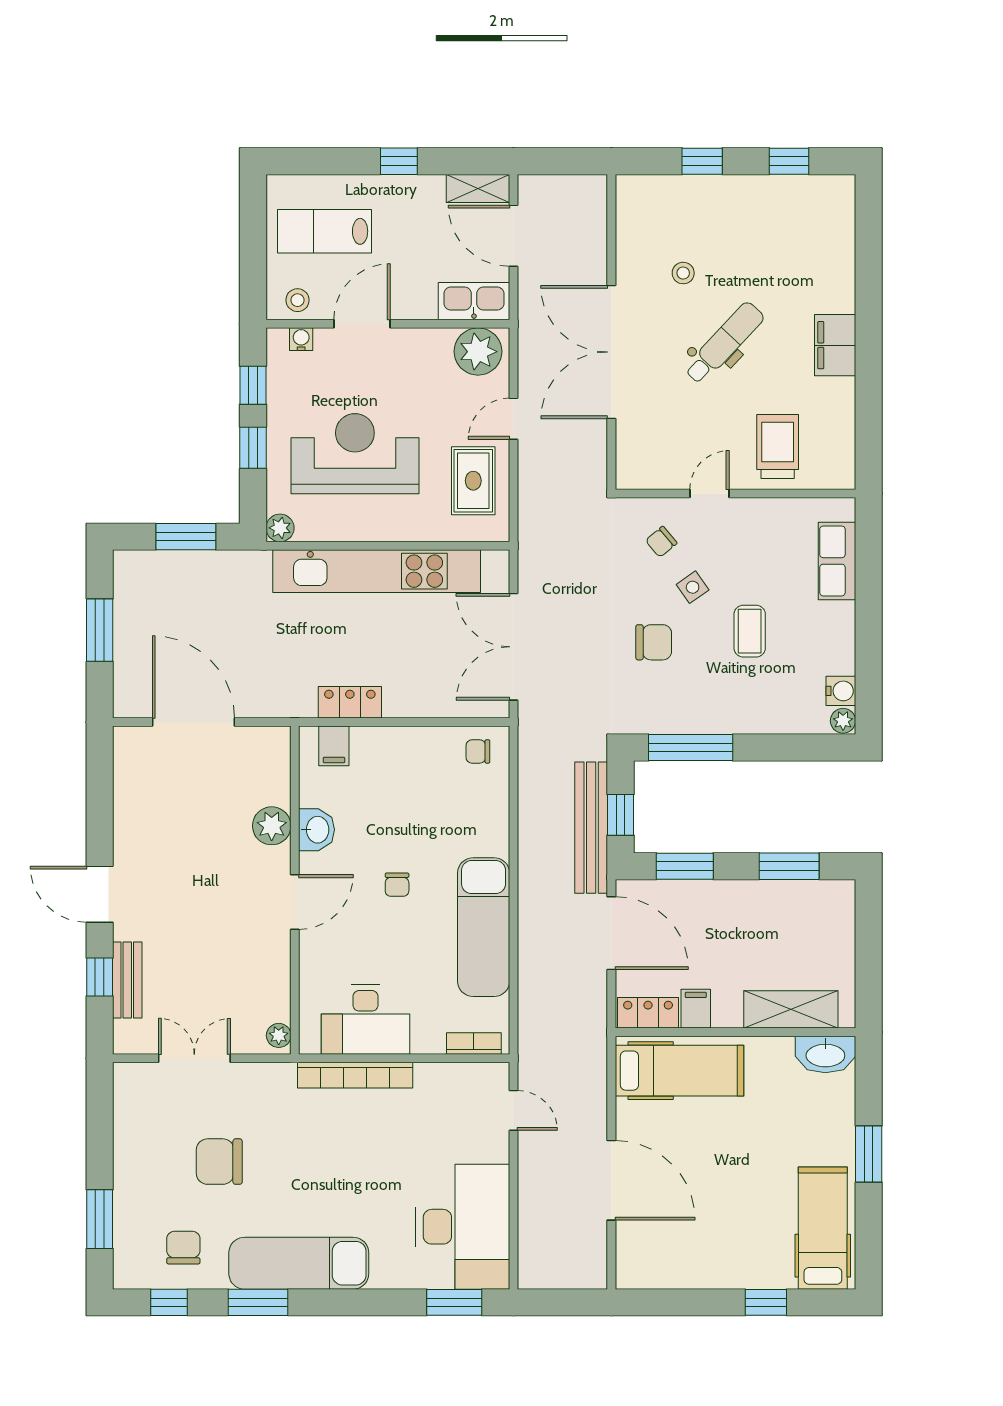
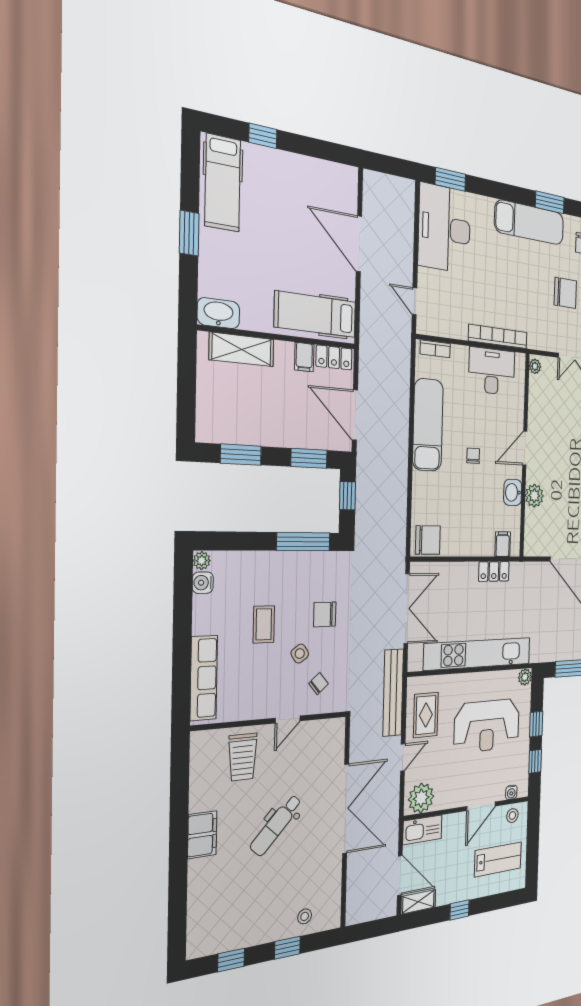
stool: (683, 273) -> (305, 916), moved
row of seats: (837, 561) -> (204, 678), width x1.48
chair: (478, 751) -> (428, 540), width x1.87, depth x1.87
bench: (591, 828) -> (393, 693), moved

